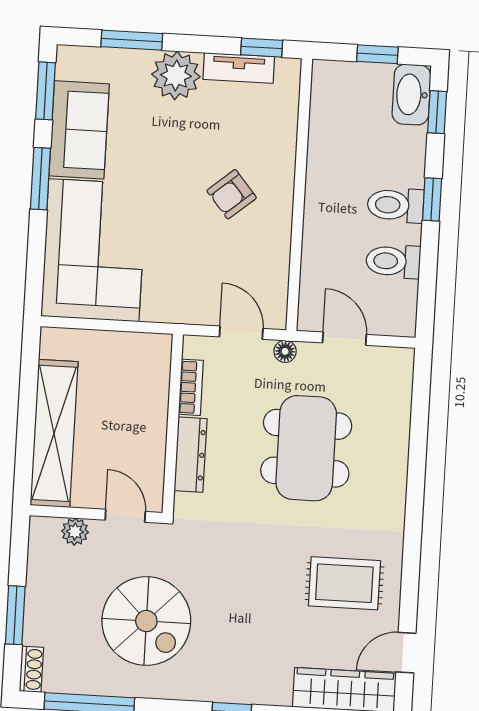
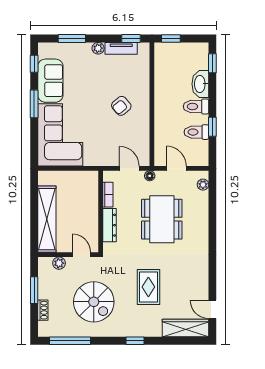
window: (377, 54) -> (171, 38), moved
plant: (176, 75) -> (98, 48), width x0.53, depth x0.53
window: (45, 91) -> (34, 64), width x0.67
washbasin: (411, 95) -> (200, 84), moved
window: (432, 199) -> (212, 127), moved
plant: (401, 377) -> (203, 185), added
rug: (344, 583) -> (148, 287), moved, turned 90
window: (15, 615) -> (34, 290), moved
door: (406, 653) -> (212, 309), hinge flipped
shoe rack: (31, 669) -> (43, 310), moved

